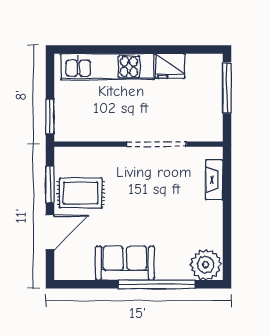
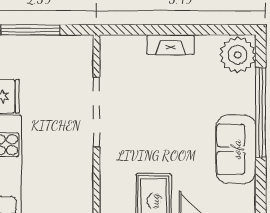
fireplace: (214, 180) -> (170, 45), moved

